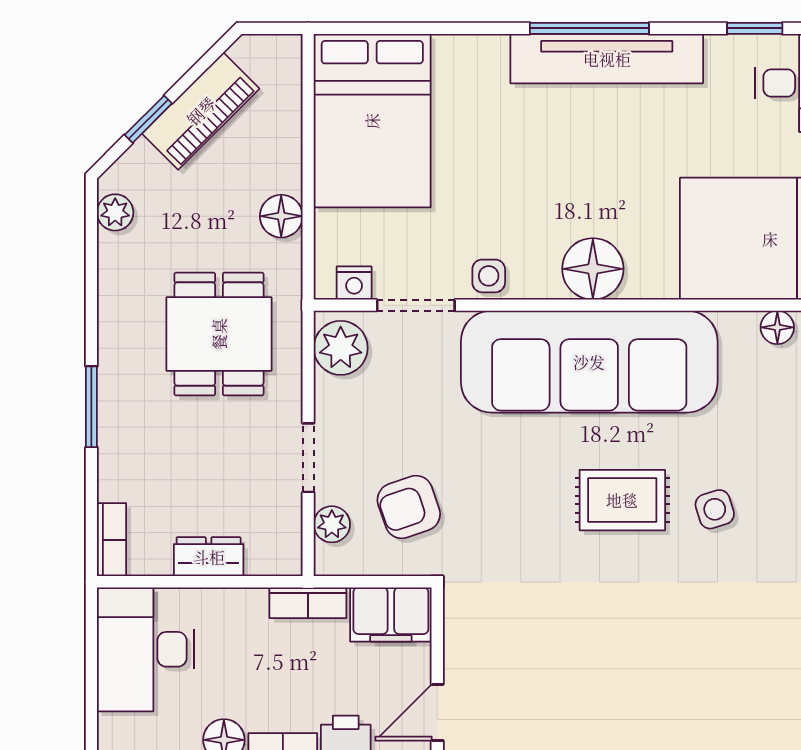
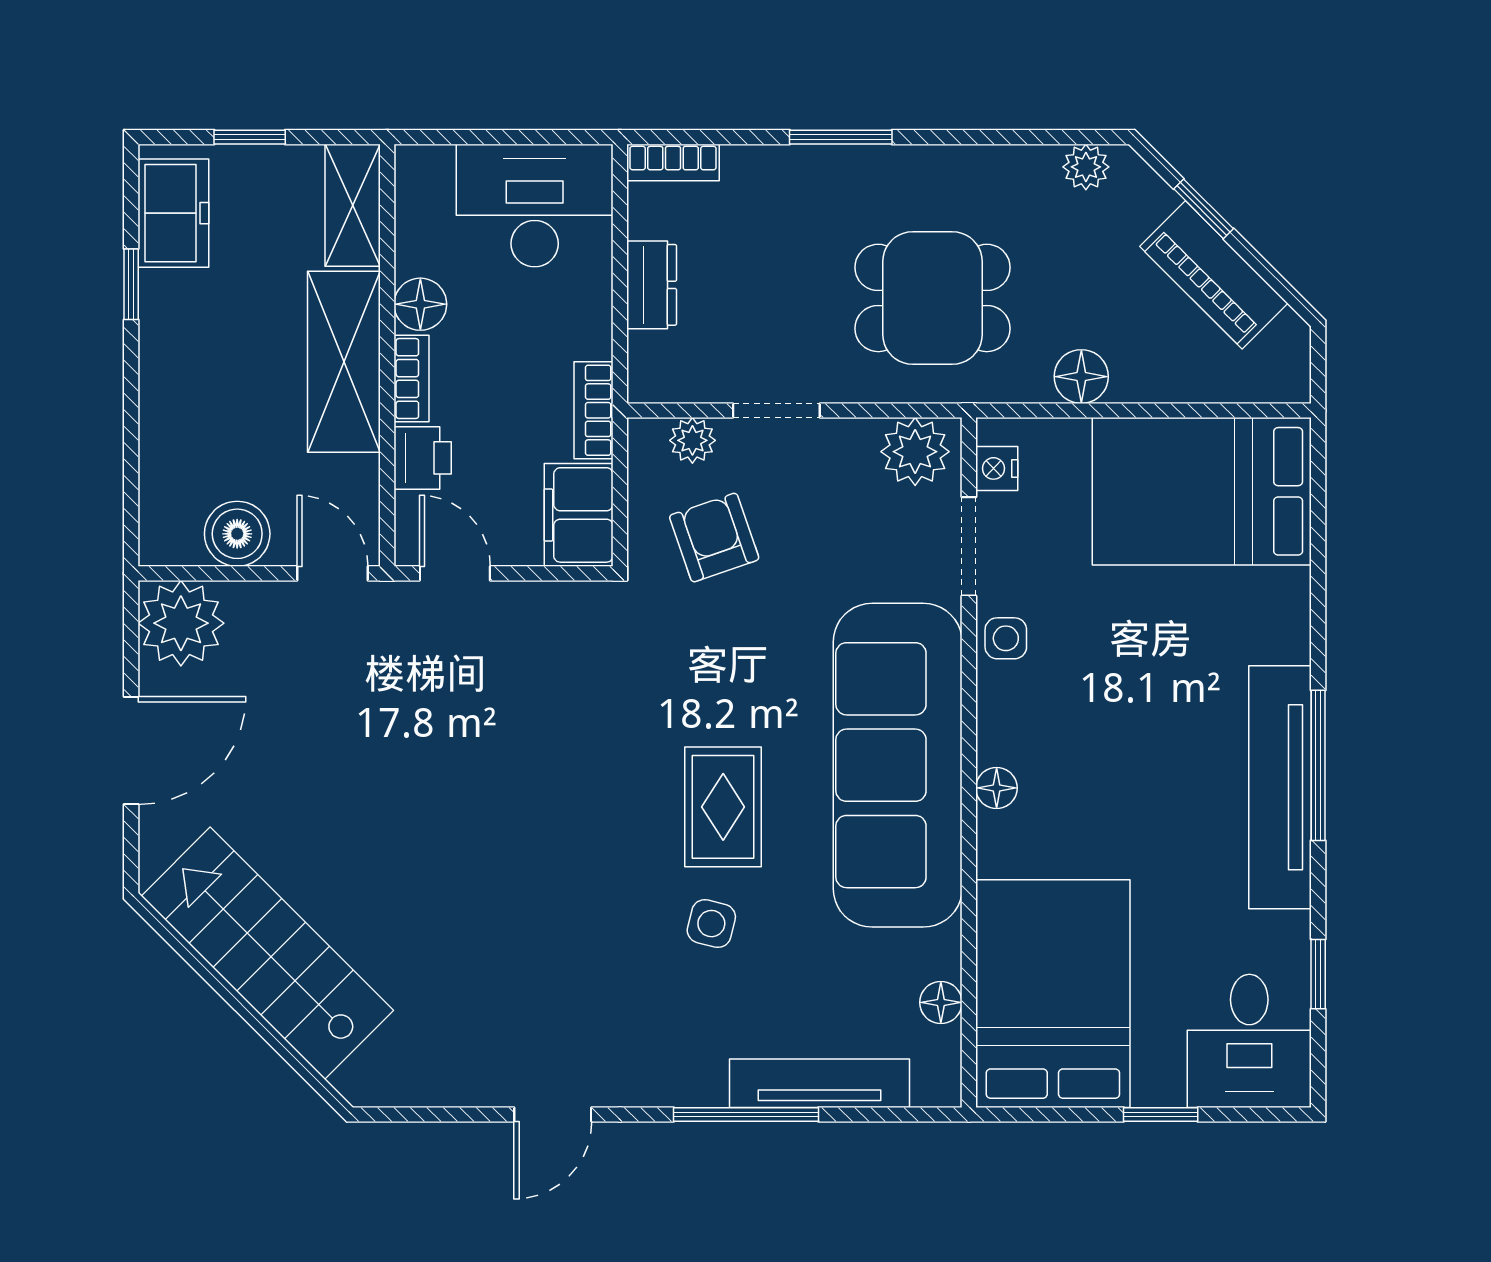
floor lamp: (593, 269) -> (997, 788), width x0.53, depth x0.53
side table: (715, 509) -> (711, 924), turned 31

